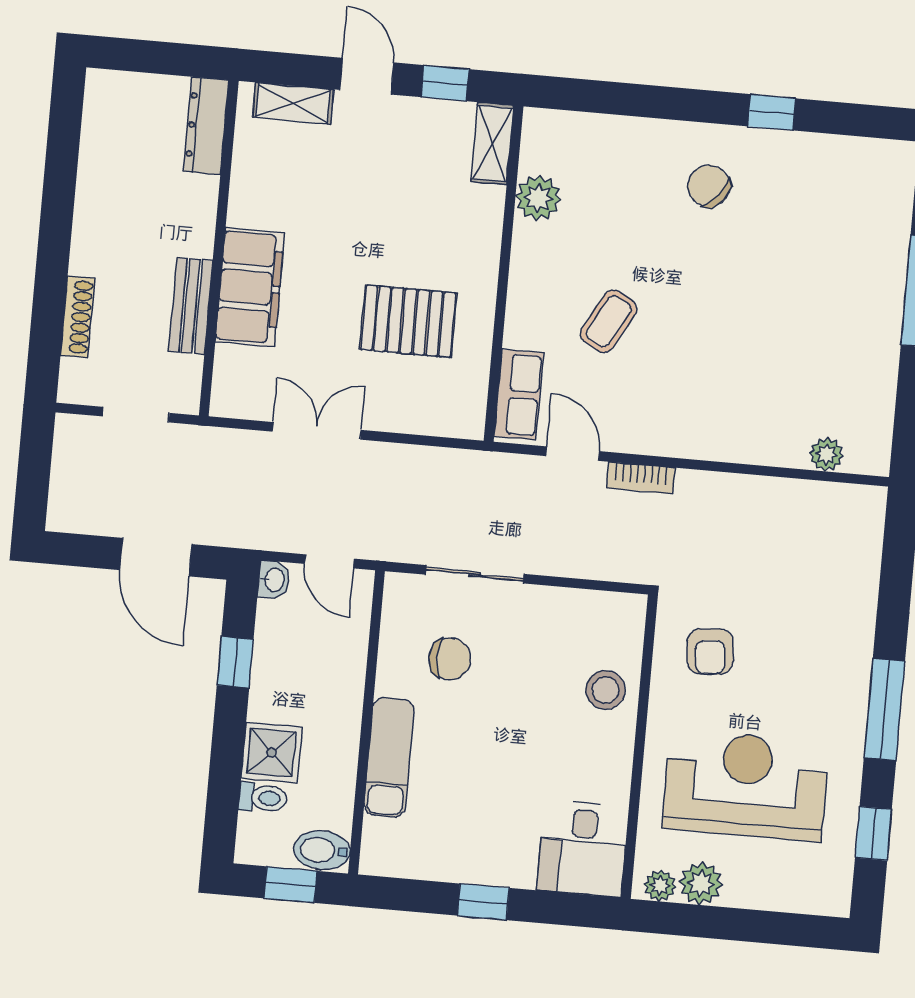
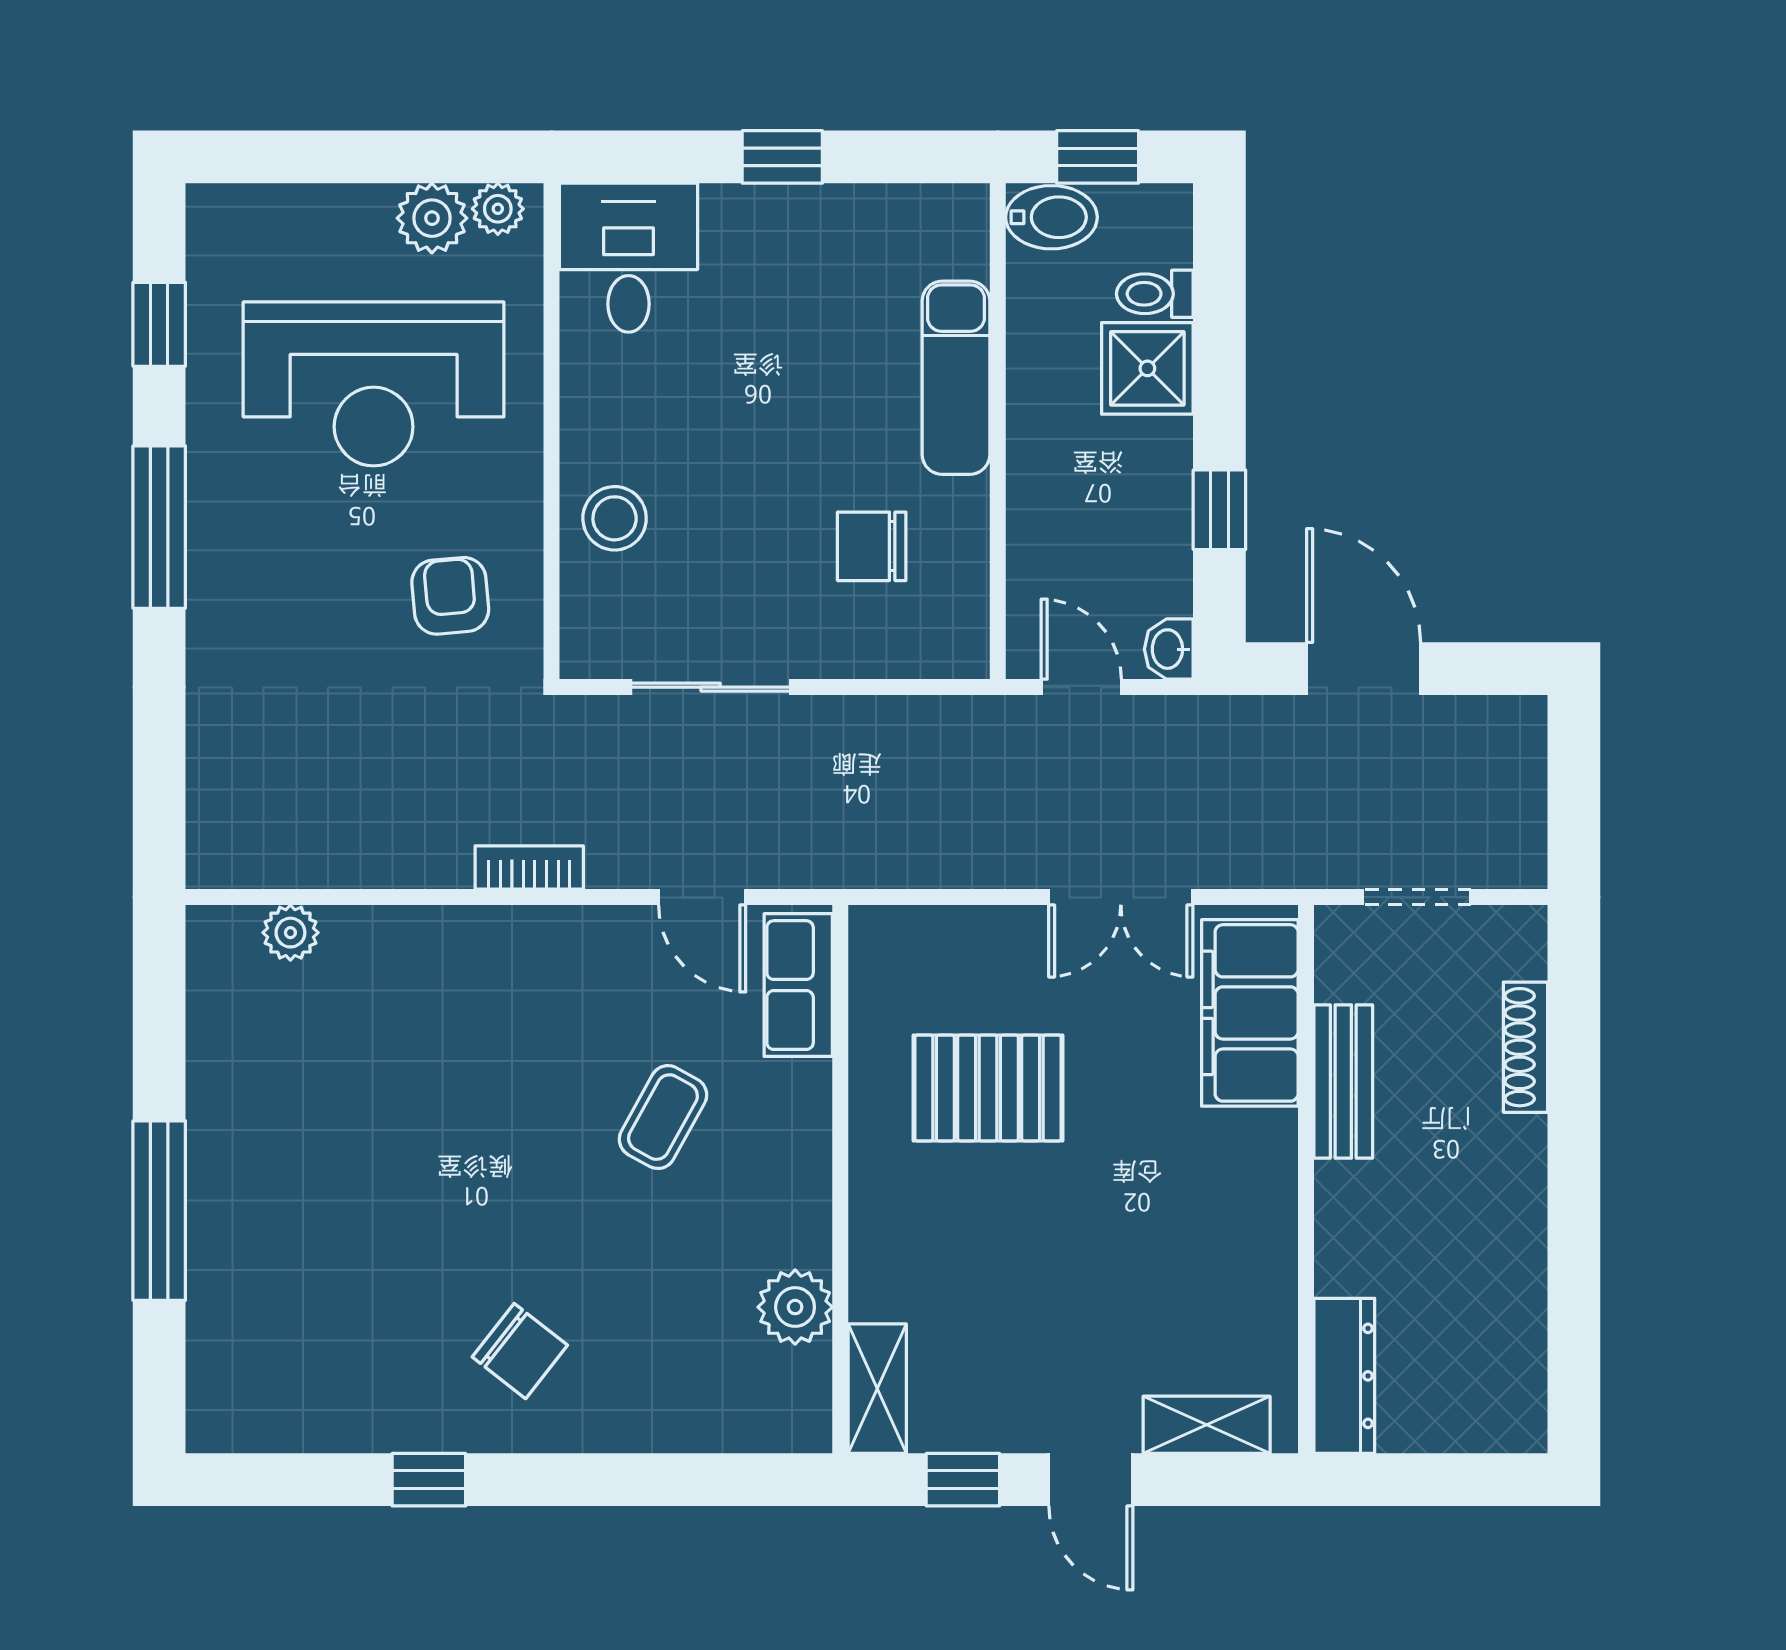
filing cabinet: (250, 287) -> (1250, 1013), moved
bookcase: (641, 478) -> (529, 868), moved
sliding door: (475, 574) -> (711, 687), moved

